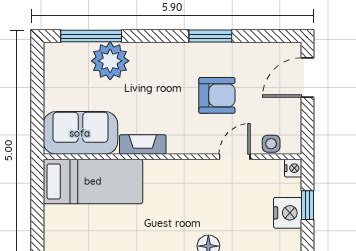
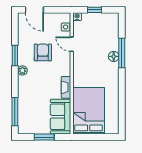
plant: (110, 61) -> (22, 70), moved, width x0.53, depth x0.53
window: (37, 98) -> (44, 137), added
bed: (93, 181) -> (89, 111), width x1.50
nightstand: (288, 213) -> (98, 19), removed

